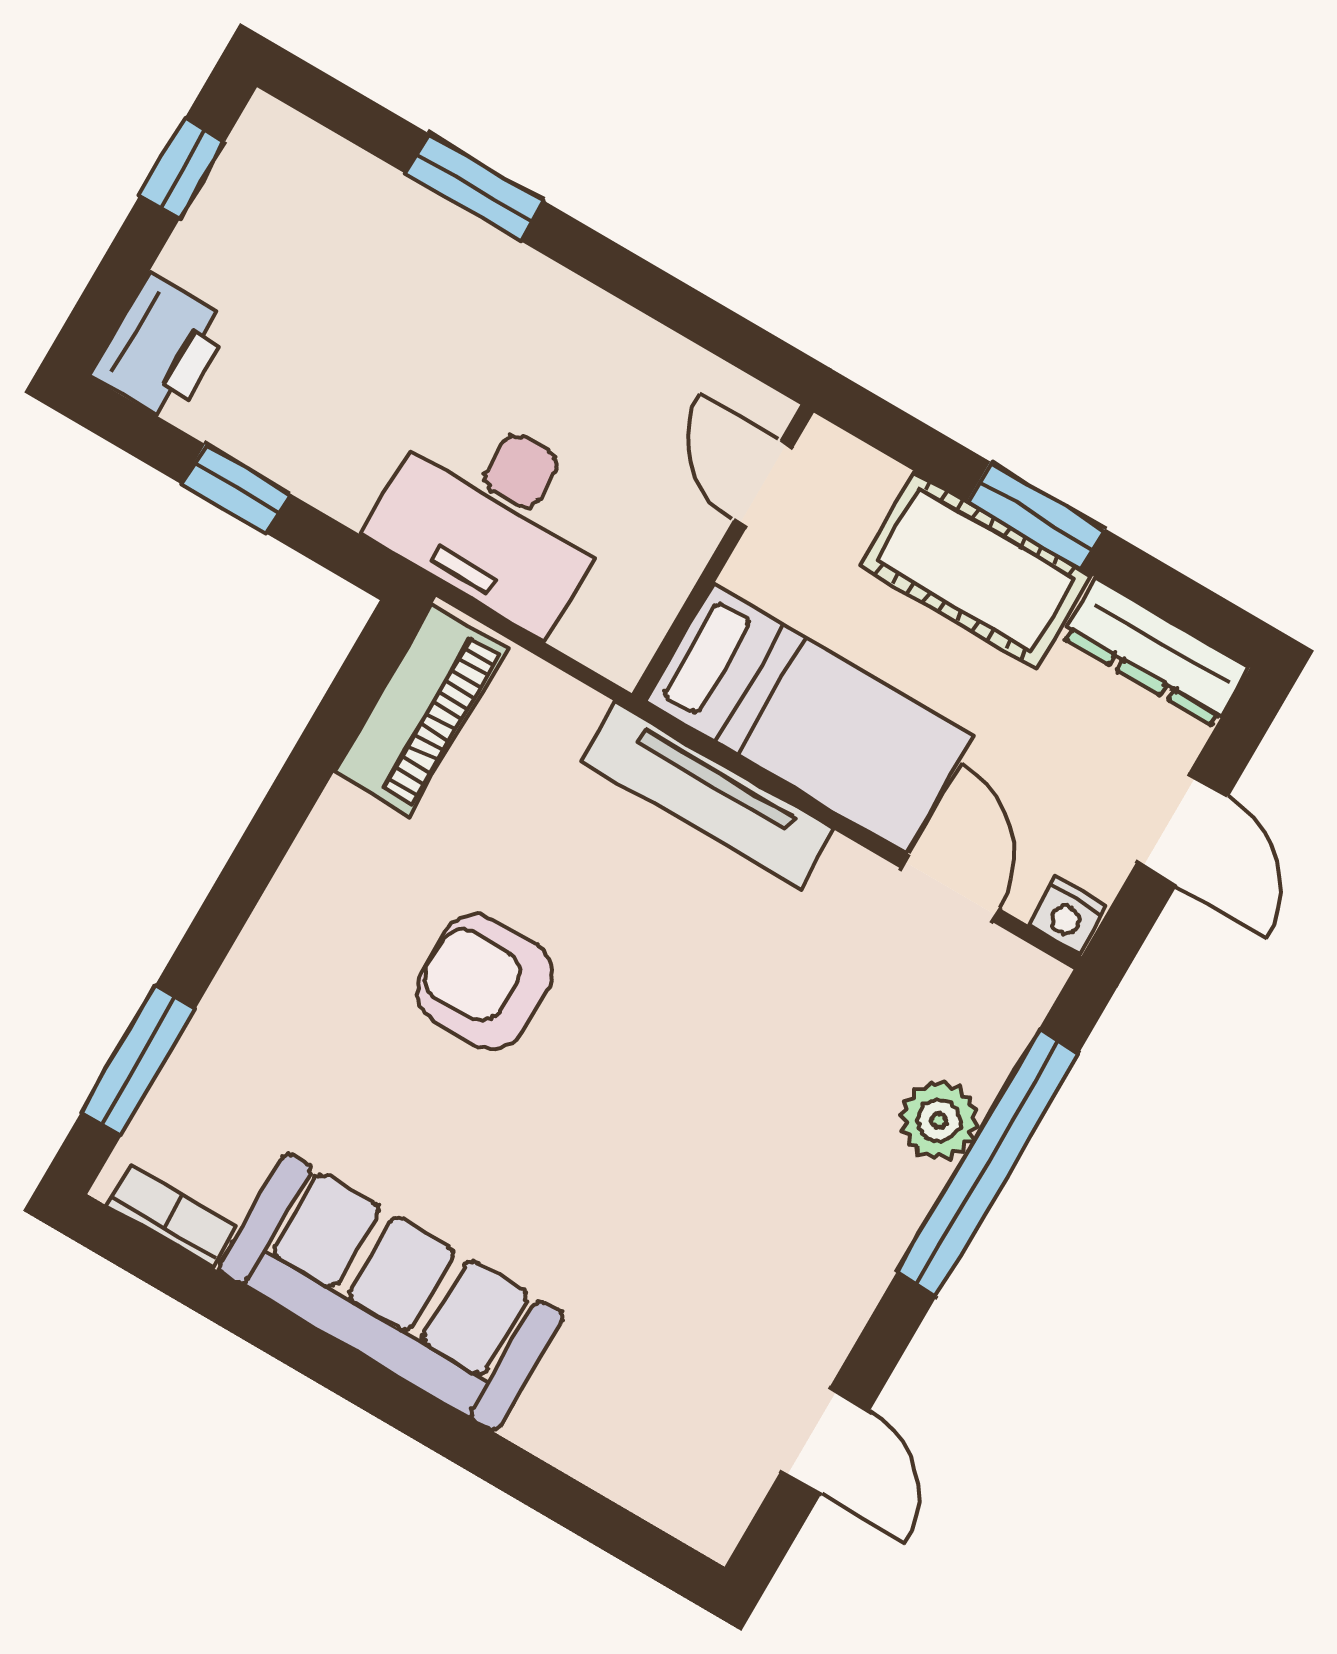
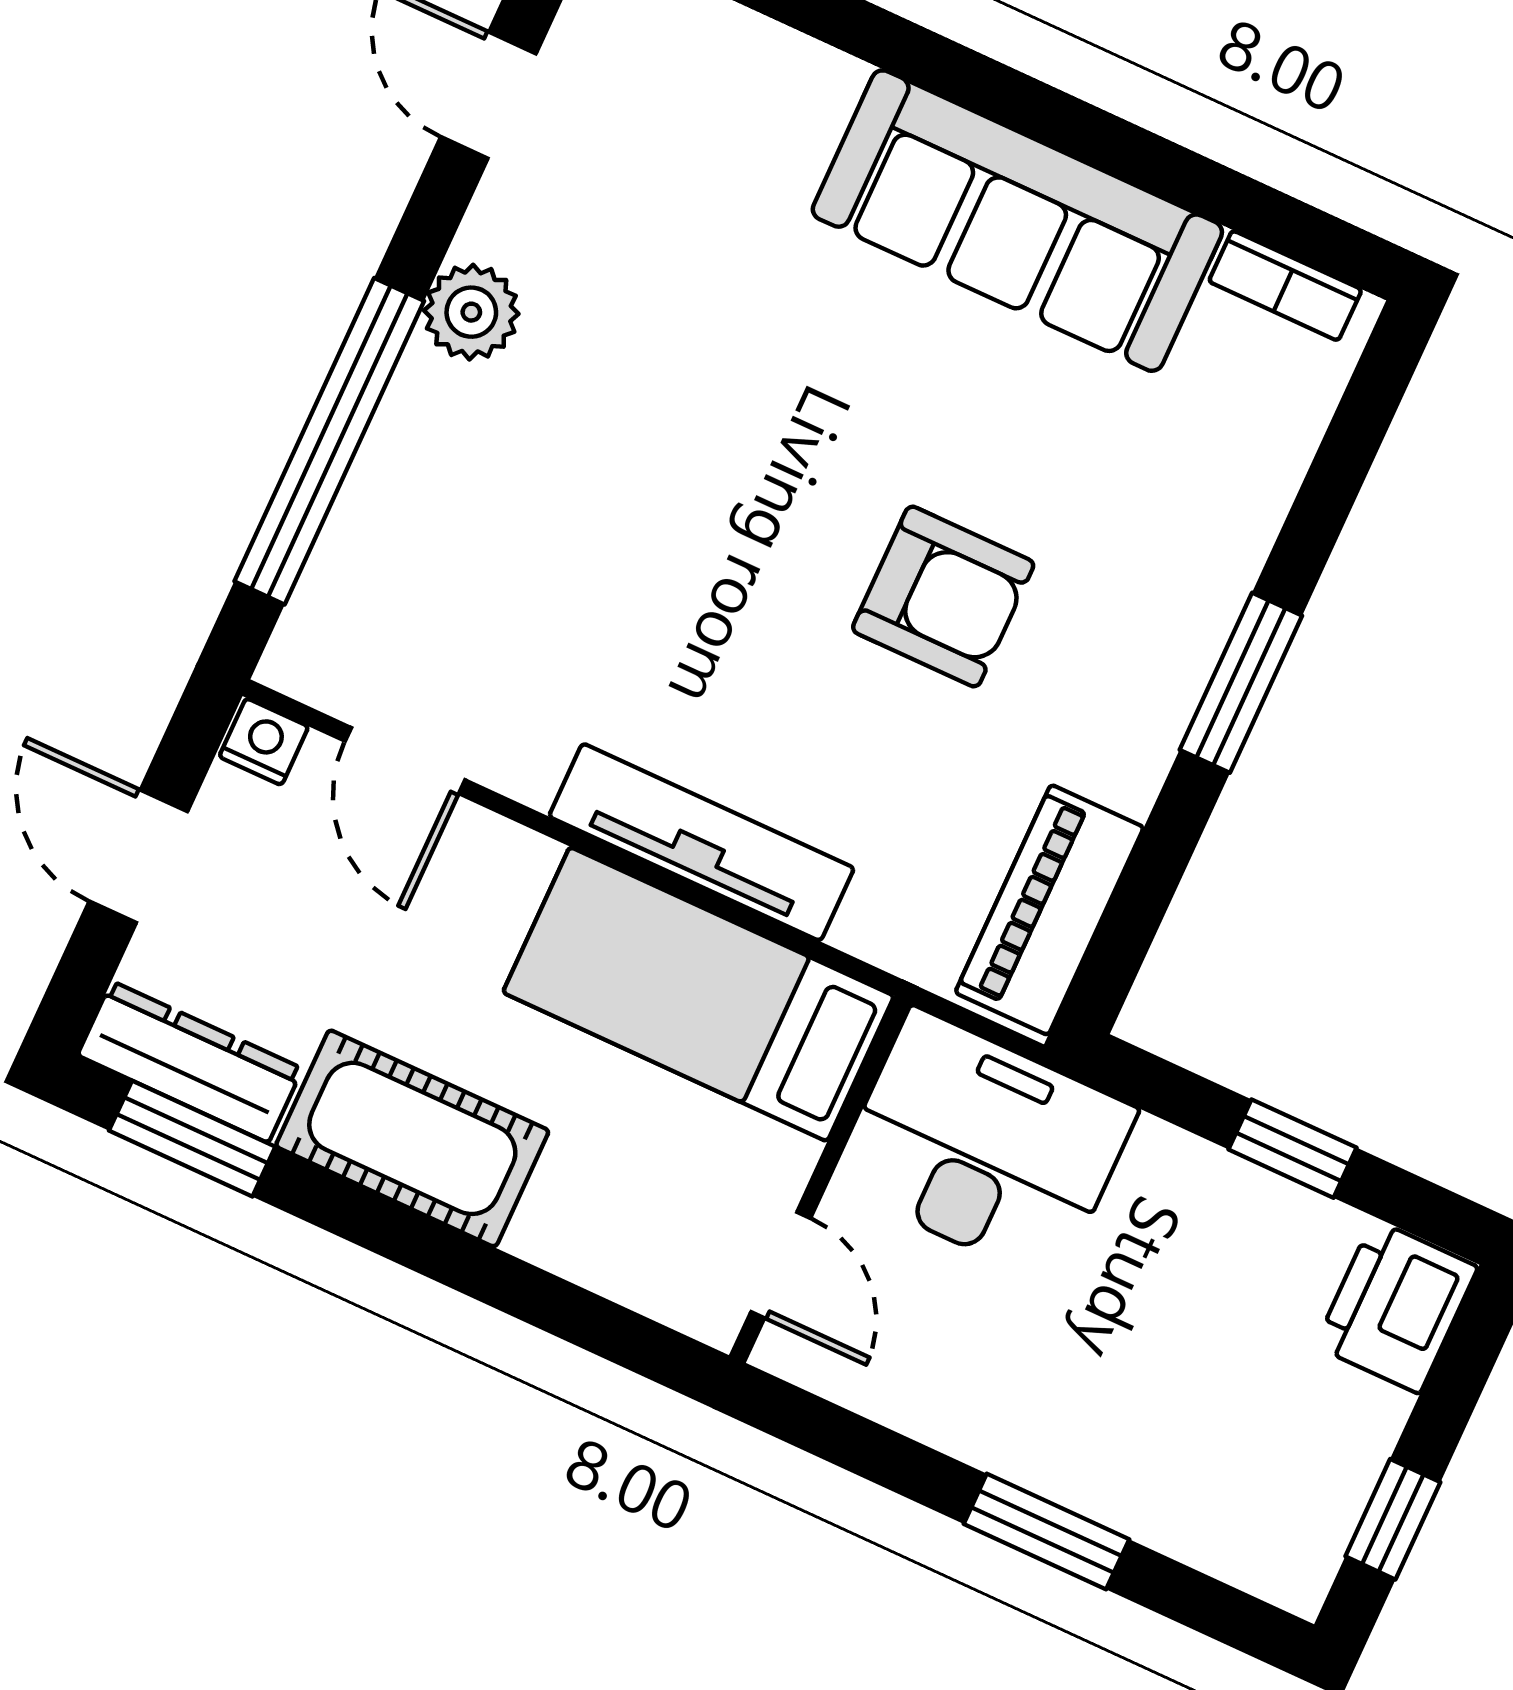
door: (763, 484) -> (781, 1265), moved
window: (1036, 515) -> (192, 1139), moved
wall: (723, 553) -> (820, 1179), moved
bed: (810, 719) -> (698, 994), moved
window: (138, 1060) -> (1241, 683), moved
plant: (939, 1121) -> (471, 312), moved

